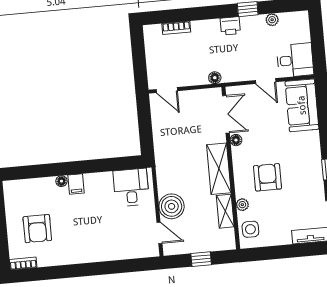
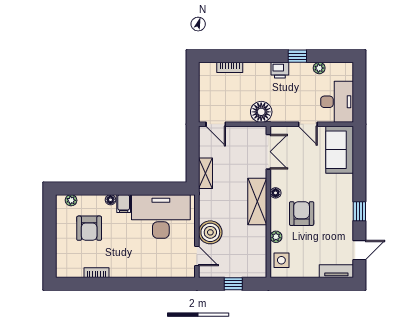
desk: (295, 60) -> (337, 102), width x1.37
floor lamp: (215, 78) -> (261, 112), width x1.89, depth x1.89
floor lamp: (236, 140) -> (276, 193), moved
plant: (19, 186) -> (71, 200), added
desk: (131, 187) -> (161, 216), width x1.87, depth x1.30
shelving: (225, 211) -> (206, 173), moved
armchair: (37, 229) -> (89, 228), moved
bookcase: (23, 263) -> (96, 273), moved

